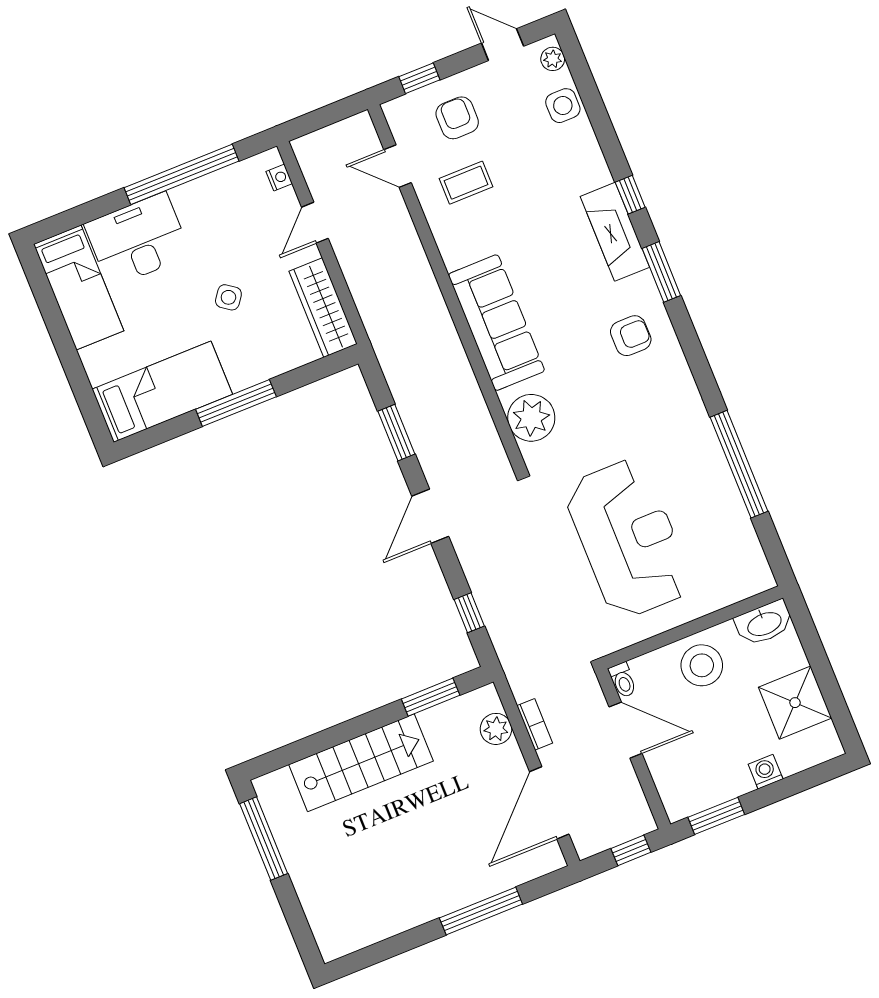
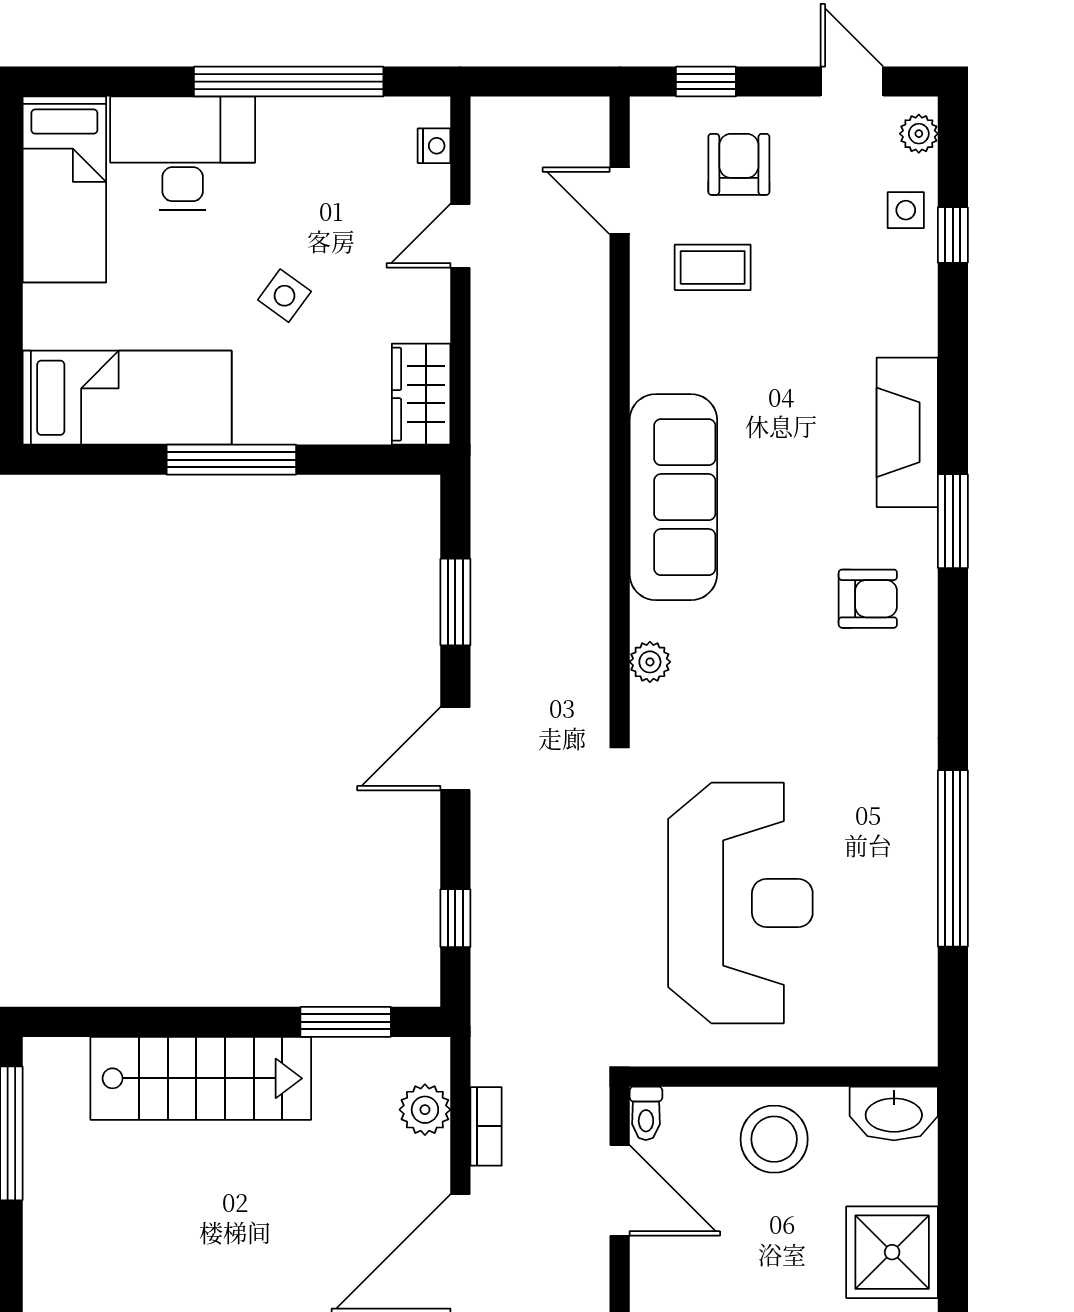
side table: (563, 106) -> (906, 210), width x0.73, depth x0.73
window: (630, 195) -> (953, 235), moved
wardrobe: (323, 308) -> (421, 394), width x0.67
plant: (531, 418) -> (650, 662), width x0.53, depth x0.53

